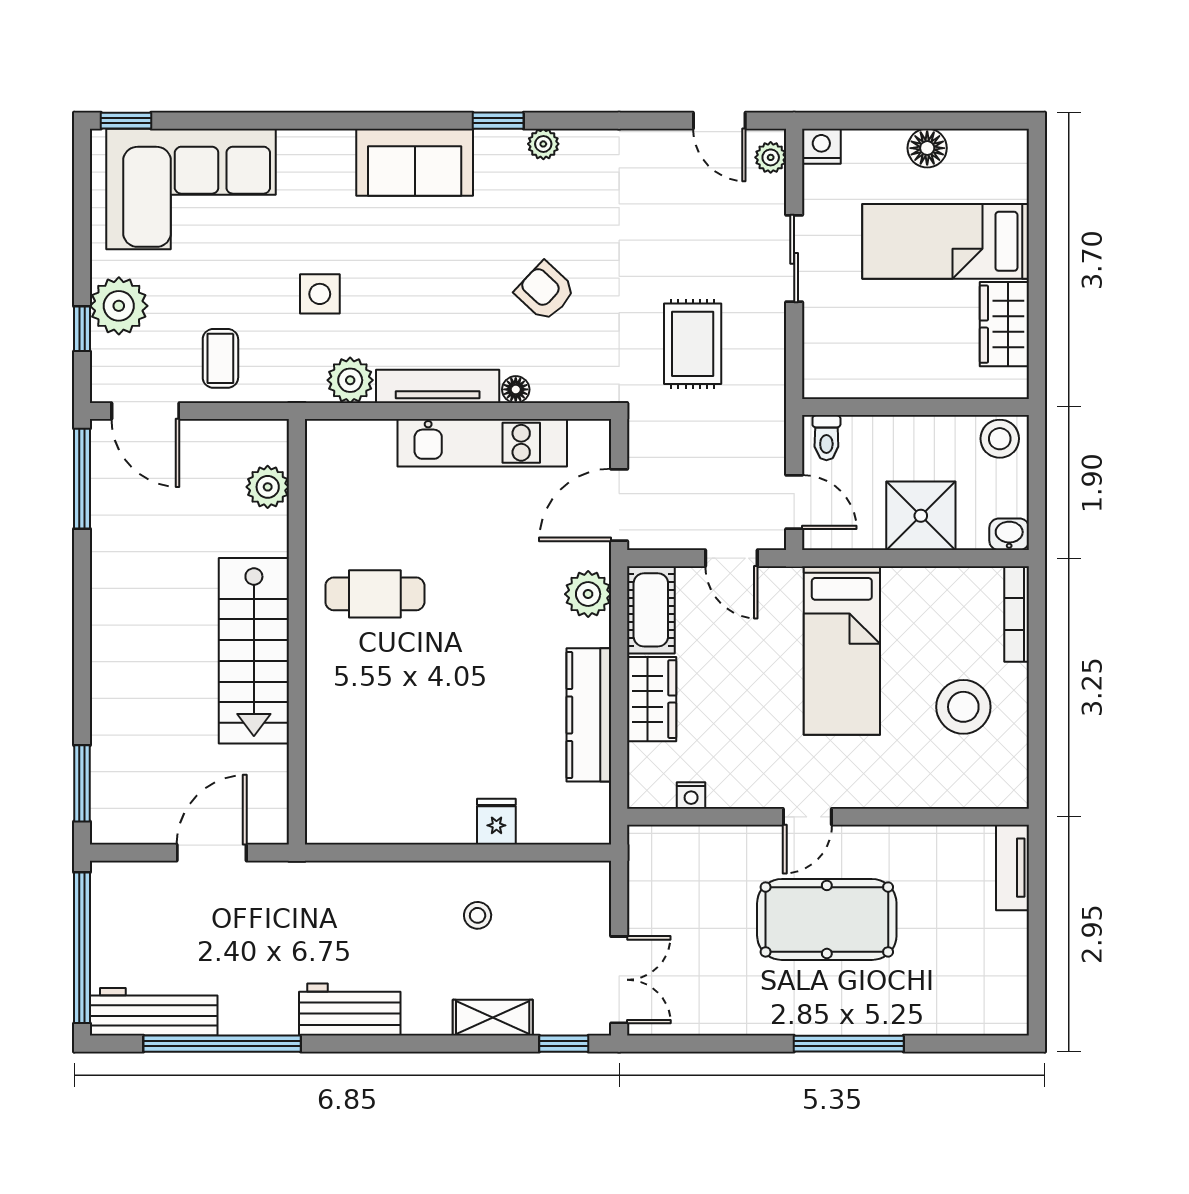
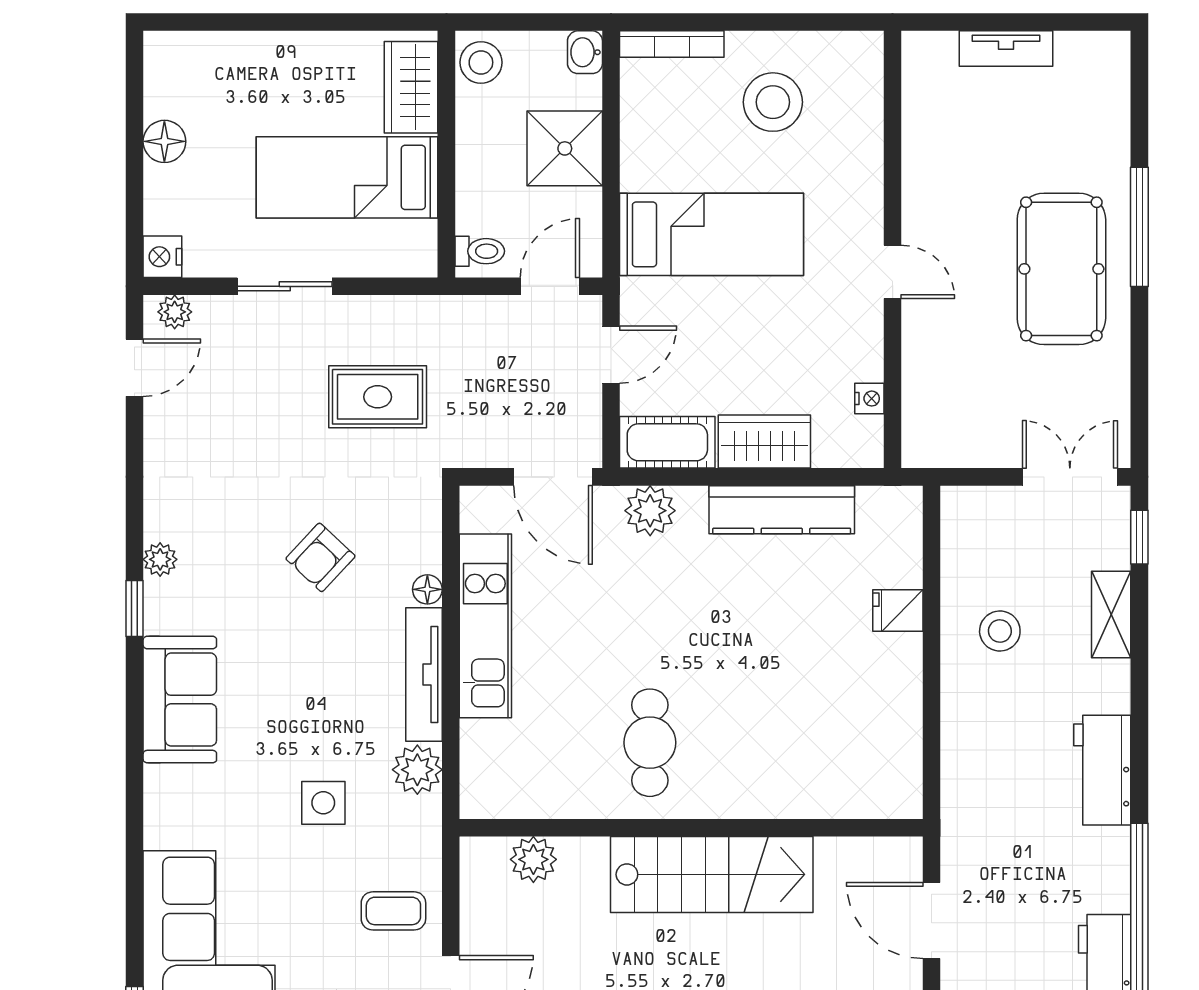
bed: (946, 241) -> (347, 177), moved, turned 90
wardrobe: (1004, 324) -> (411, 87), moved, turned 90
tv unit: (1013, 868) -> (1006, 49), moved
stool: (478, 915) -> (1000, 631), width x1.37, depth x1.37
pool table: (827, 919) -> (1061, 269), moved

